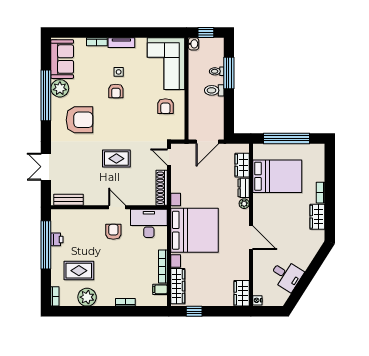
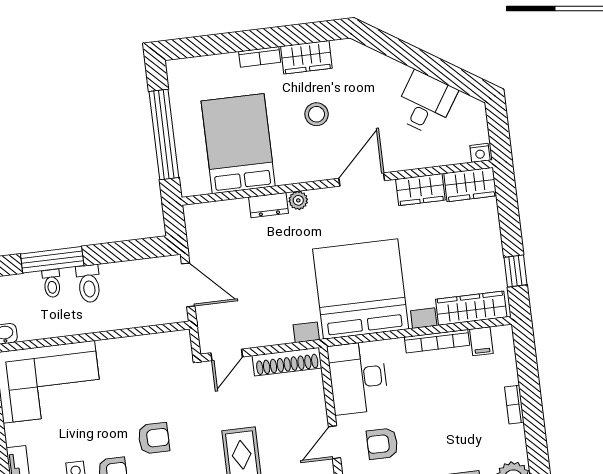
armchair: (165, 106) -> (154, 438), moved
wardrobe: (242, 165) -> (420, 190), moved
stool: (287, 218) -> (317, 114), added

